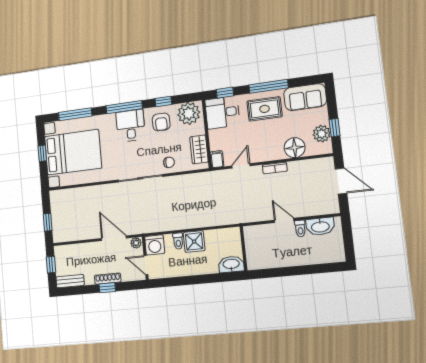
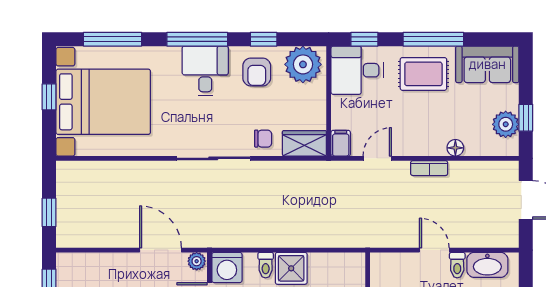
floor lamp: (295, 148) -> (455, 148), width x0.53, depth x0.53
wardrobe: (199, 149) -> (304, 143), moved, turned 90

